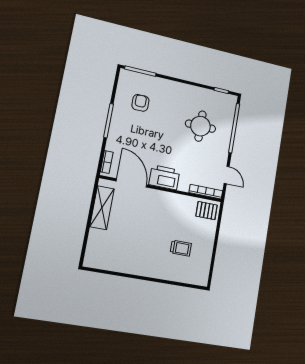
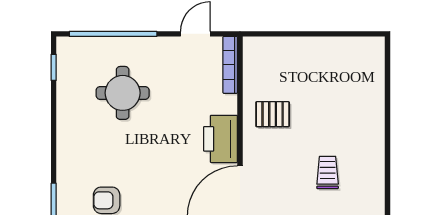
pallet: (207, 211) -> (273, 114), moved, turned 90
trolley: (181, 248) -> (328, 172), moved

